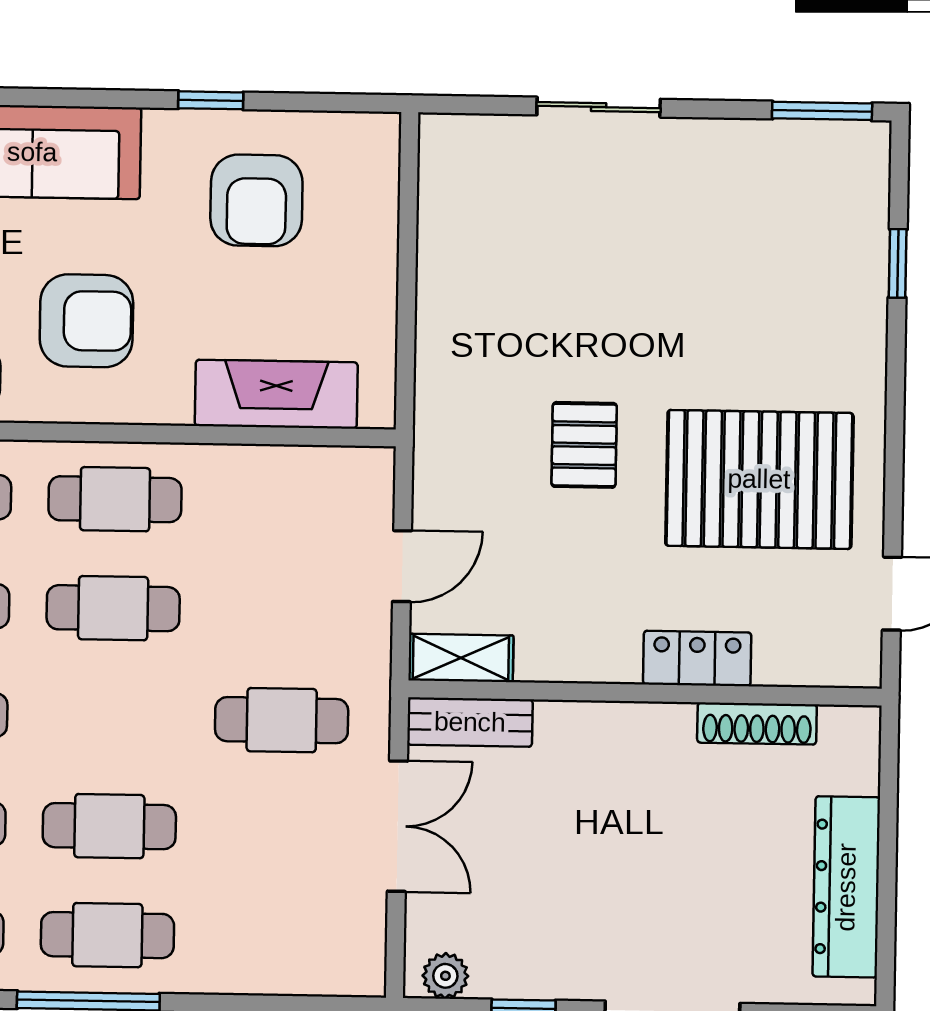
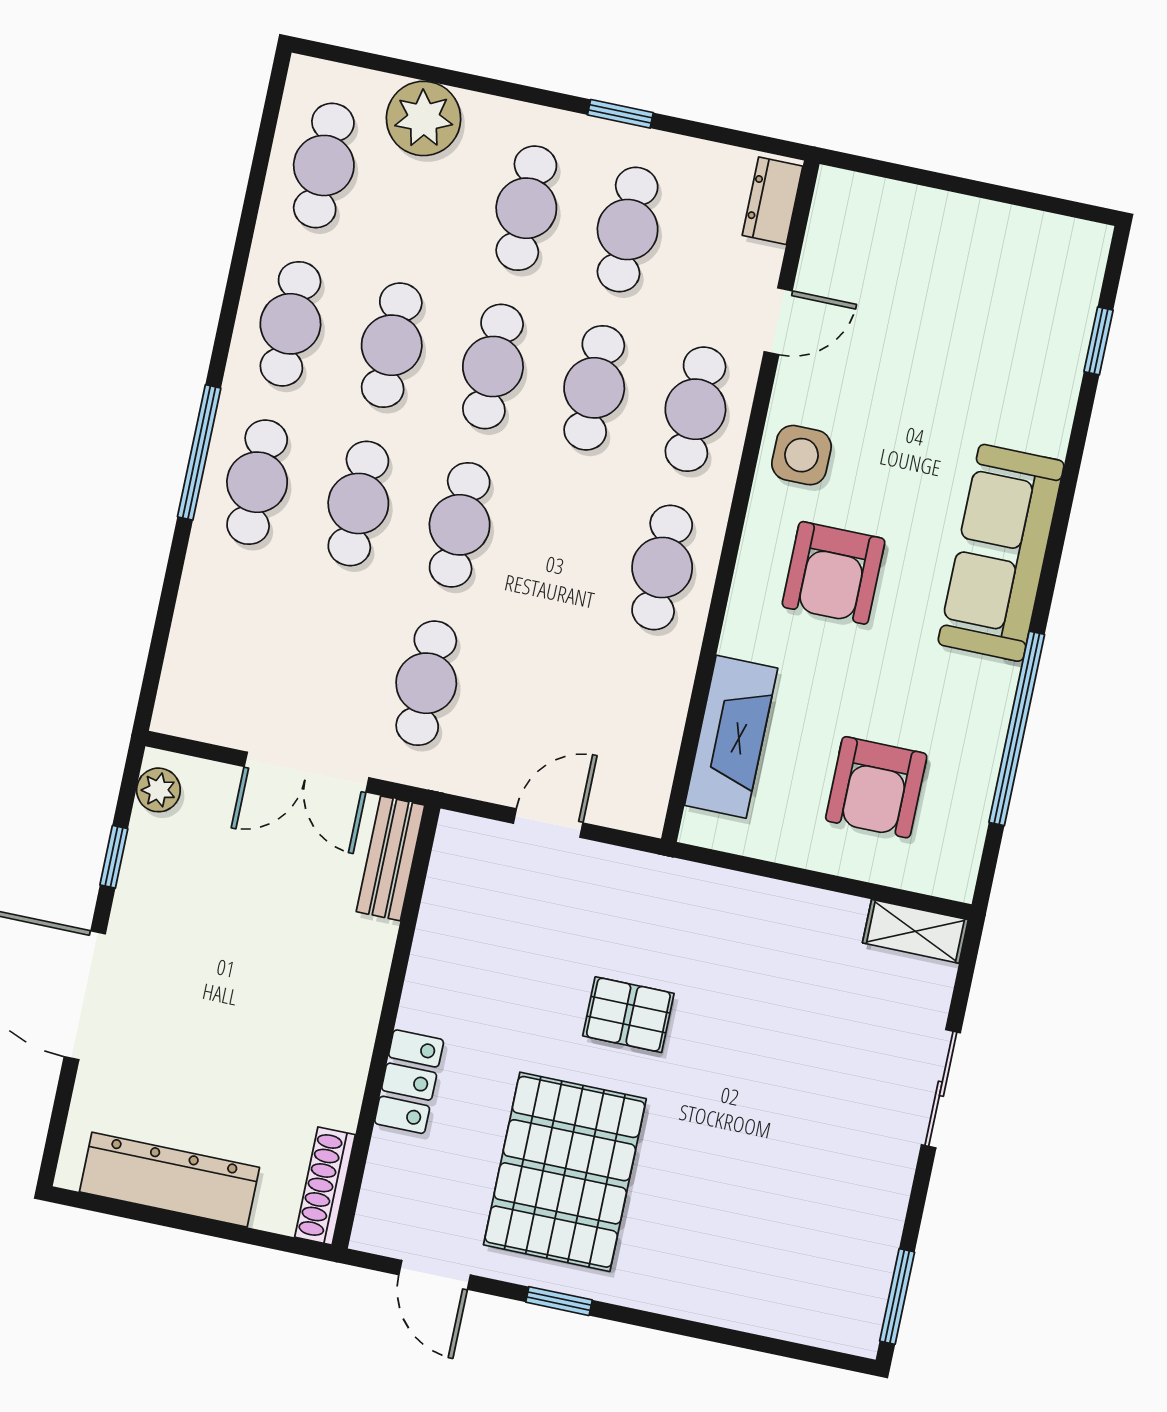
window: (211, 100) -> (1017, 728), width x3.17
armchair: (256, 200) -> (876, 787), moved, turned -90
window: (898, 263) -> (559, 1301), moved
door: (402, 566) -> (548, 823), swing flipped
cafe table: (113, 608) -> (460, 525), moved
shelving: (461, 658) -> (915, 931), moved, turned 90
shoe rack: (757, 724) -> (325, 1186), moved

